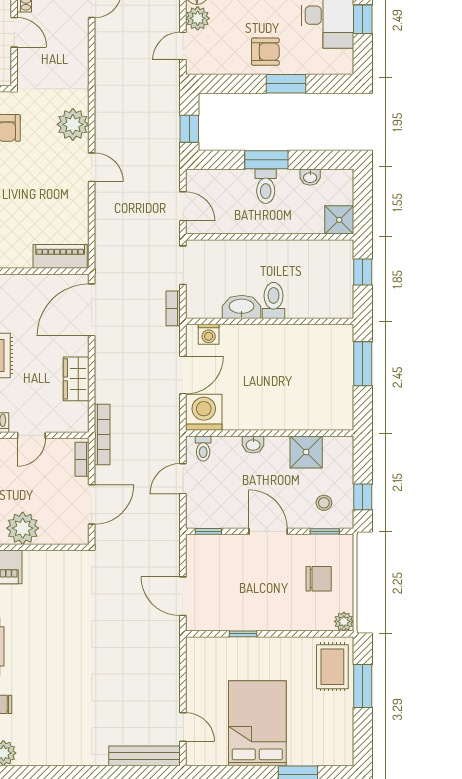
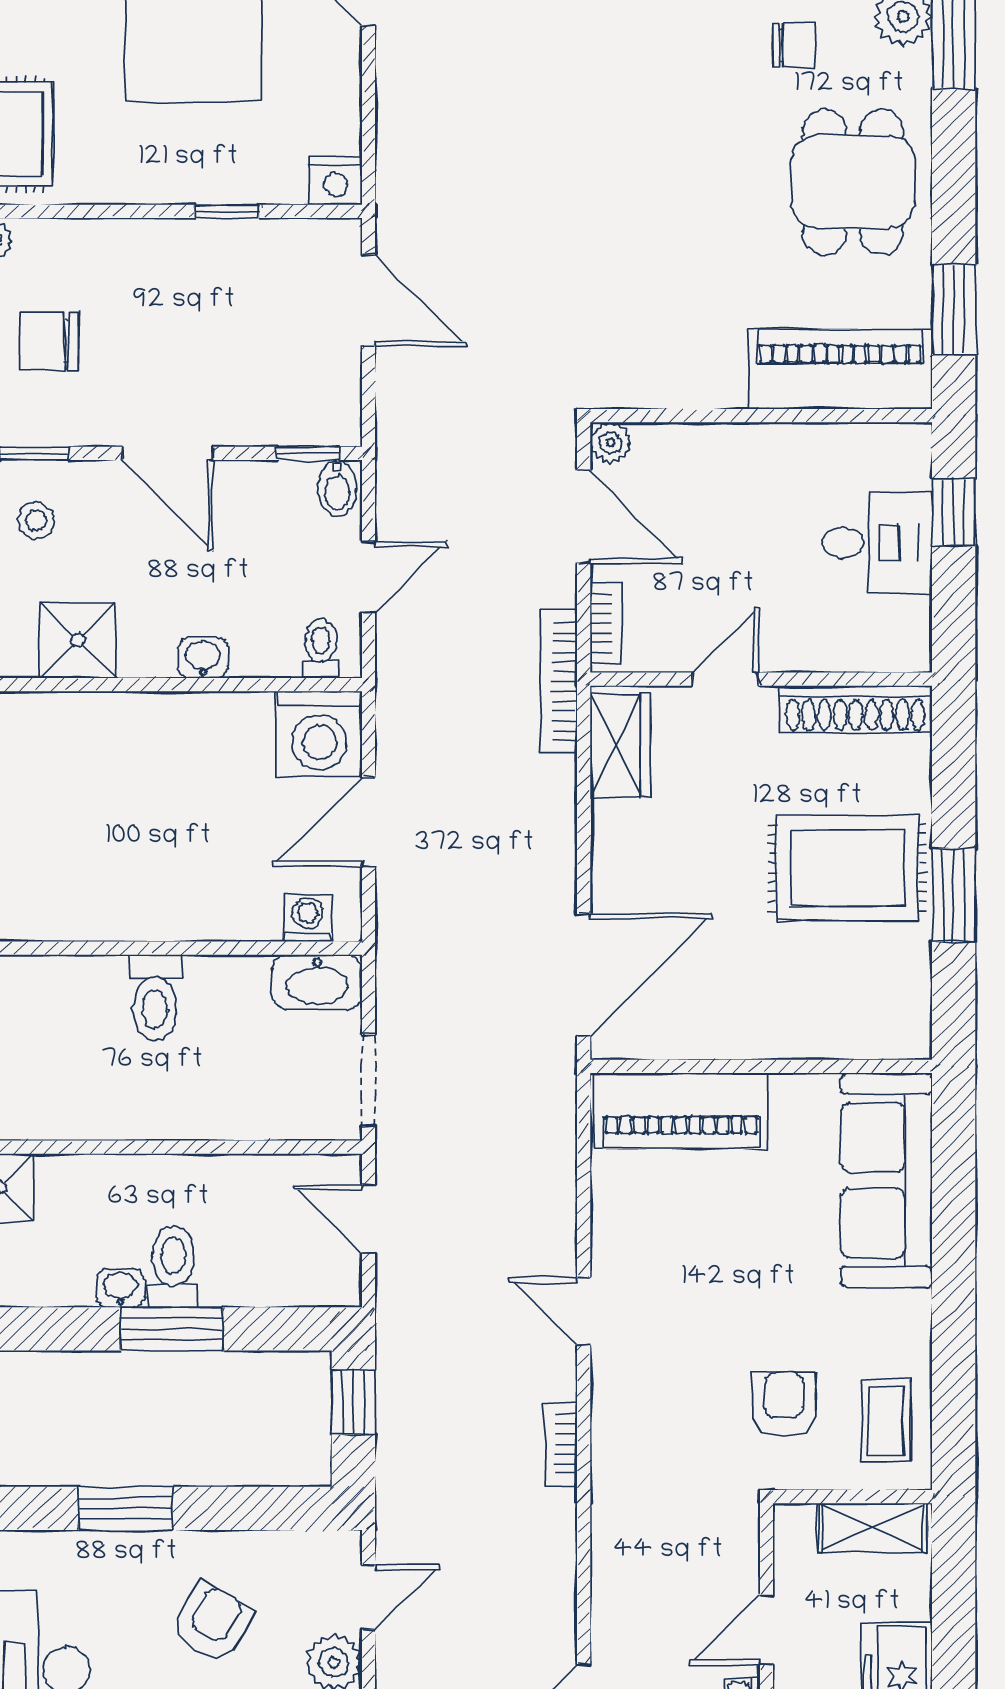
door: (14, 32) -> (766, 1630), hinge flipped
armchair: (265, 52) -> (212, 1623), moved, turned 121
plant: (73, 124) -> (628, 1412), removed
washbasin: (310, 177) -> (120, 1288), moved
piano: (60, 256) -> (681, 1111), width x1.37, depth x1.33
washbasin: (242, 307) -> (317, 982), moved
bookcase: (173, 308) -> (561, 1444), moved, turned 180
wardrobe: (76, 379) -> (620, 746), moved
door: (92, 504) -> (584, 517), swing flipped
bidet: (196, 516) -> (337, 488), added
plant: (23, 528) -> (611, 443), moved, width x0.53, depth x0.53
nightstand: (197, 647) -> (336, 181), added

